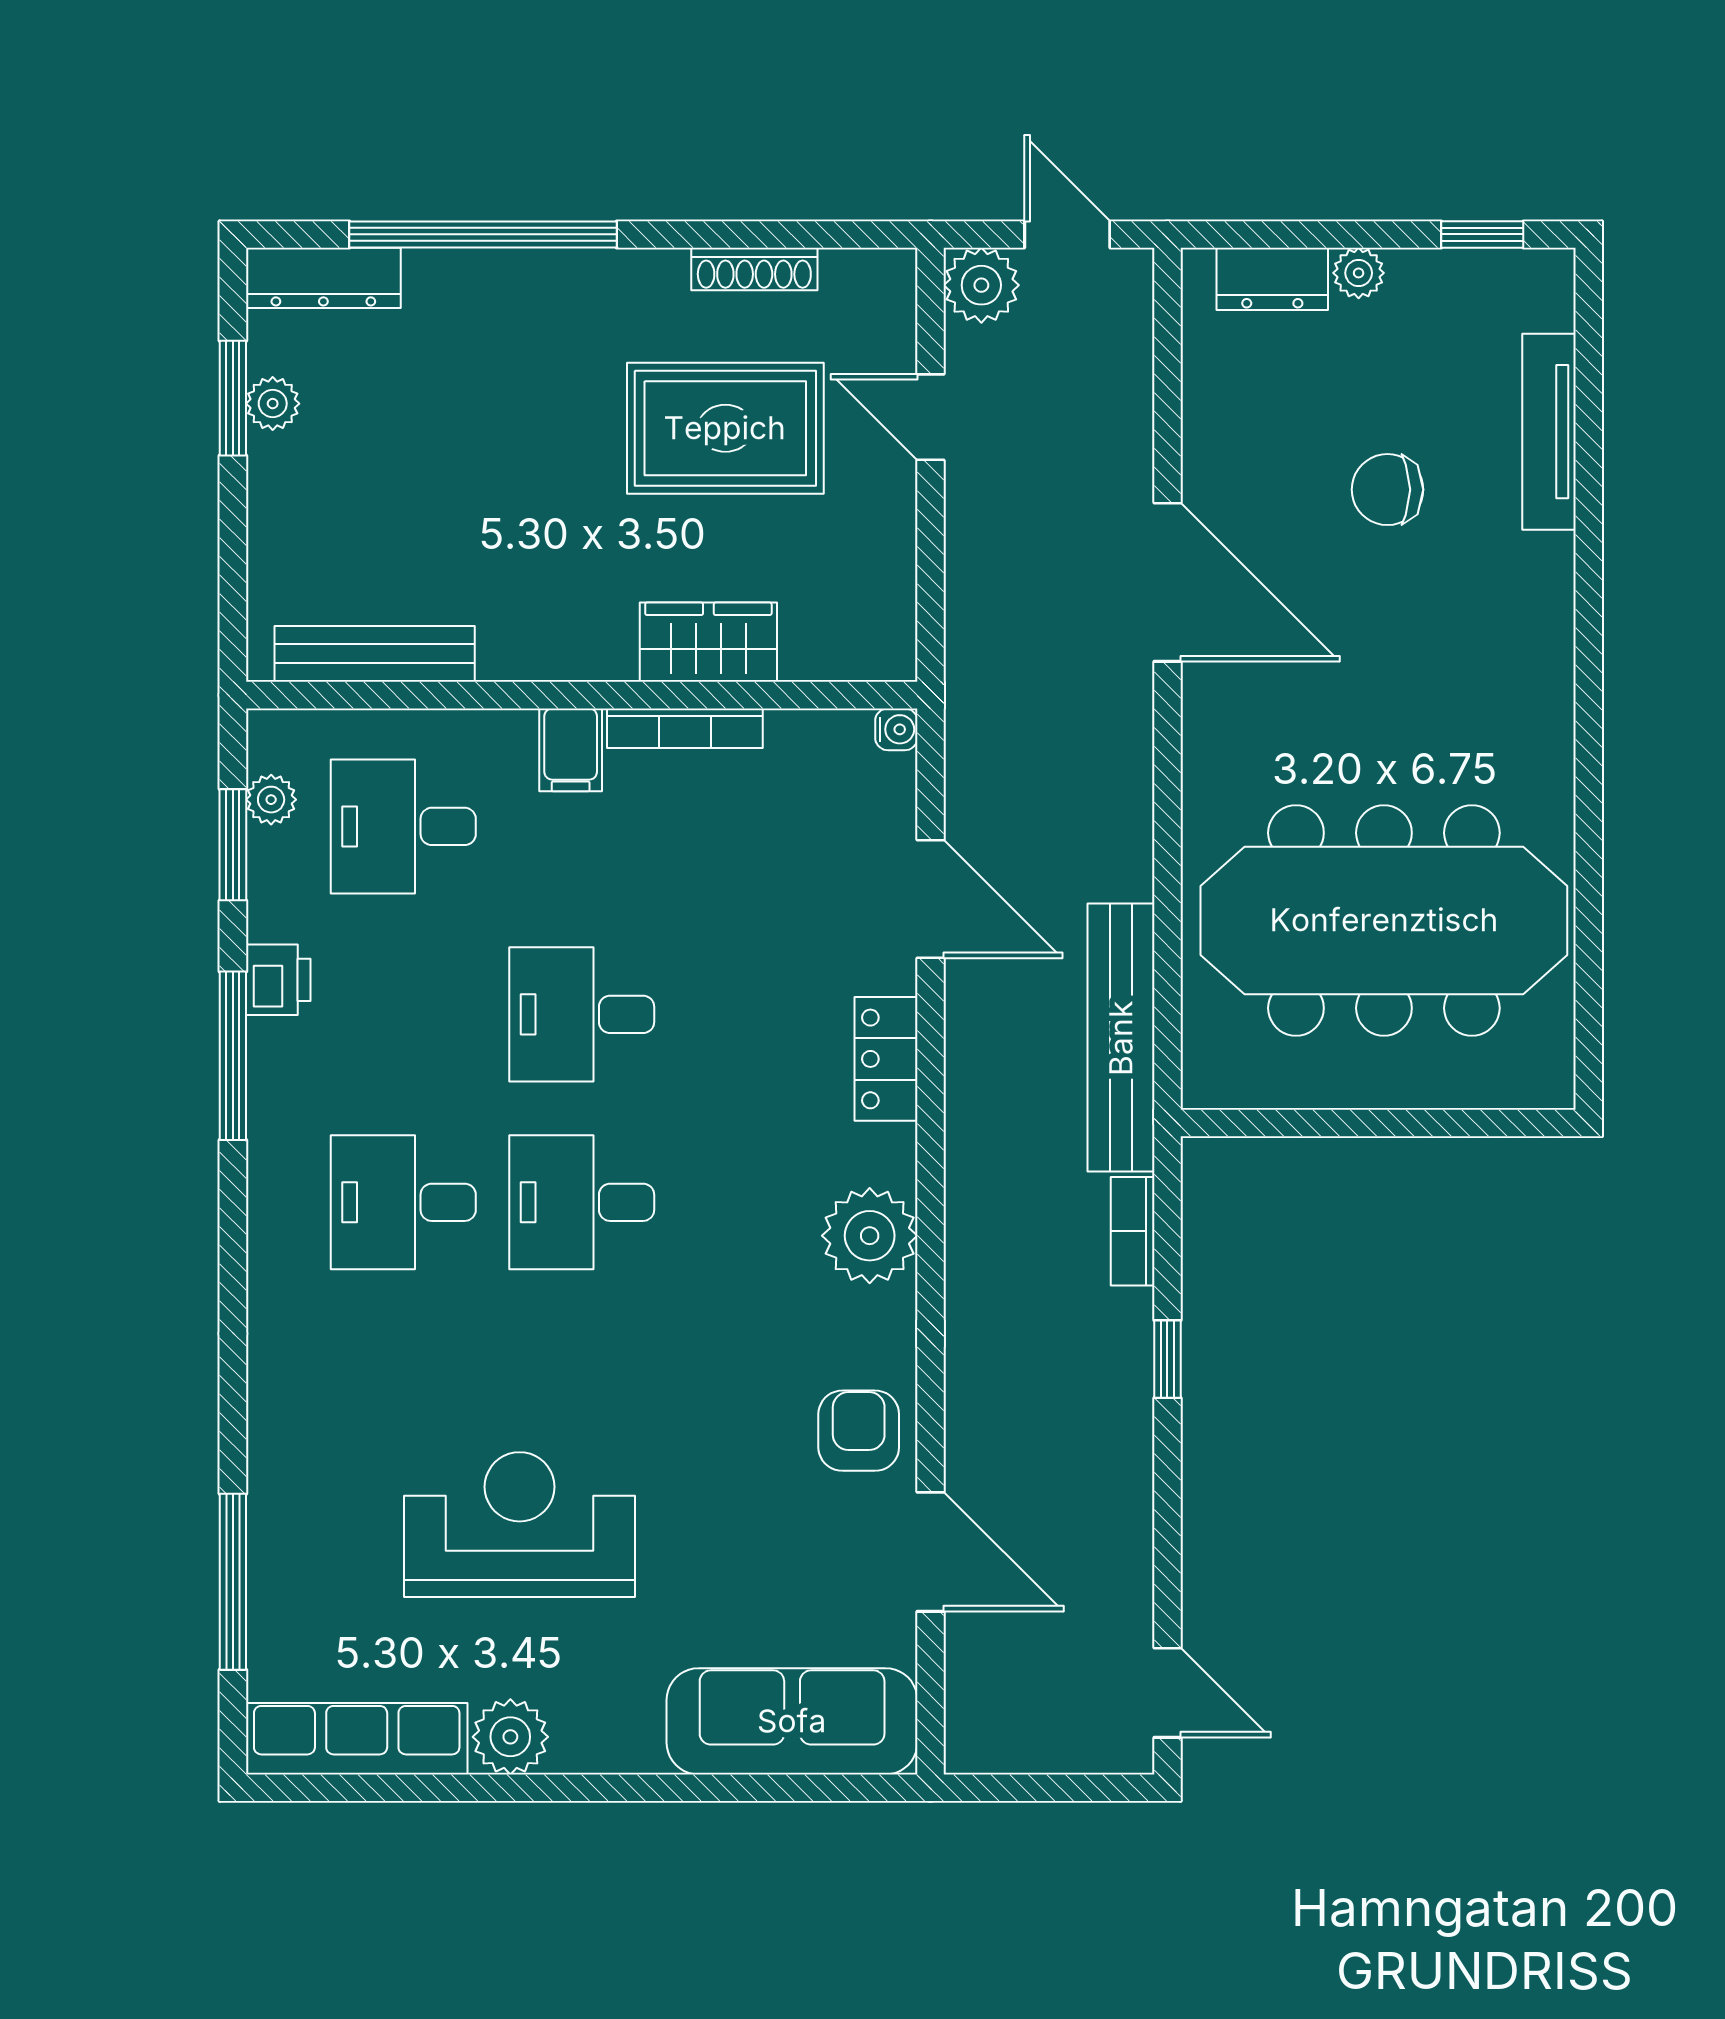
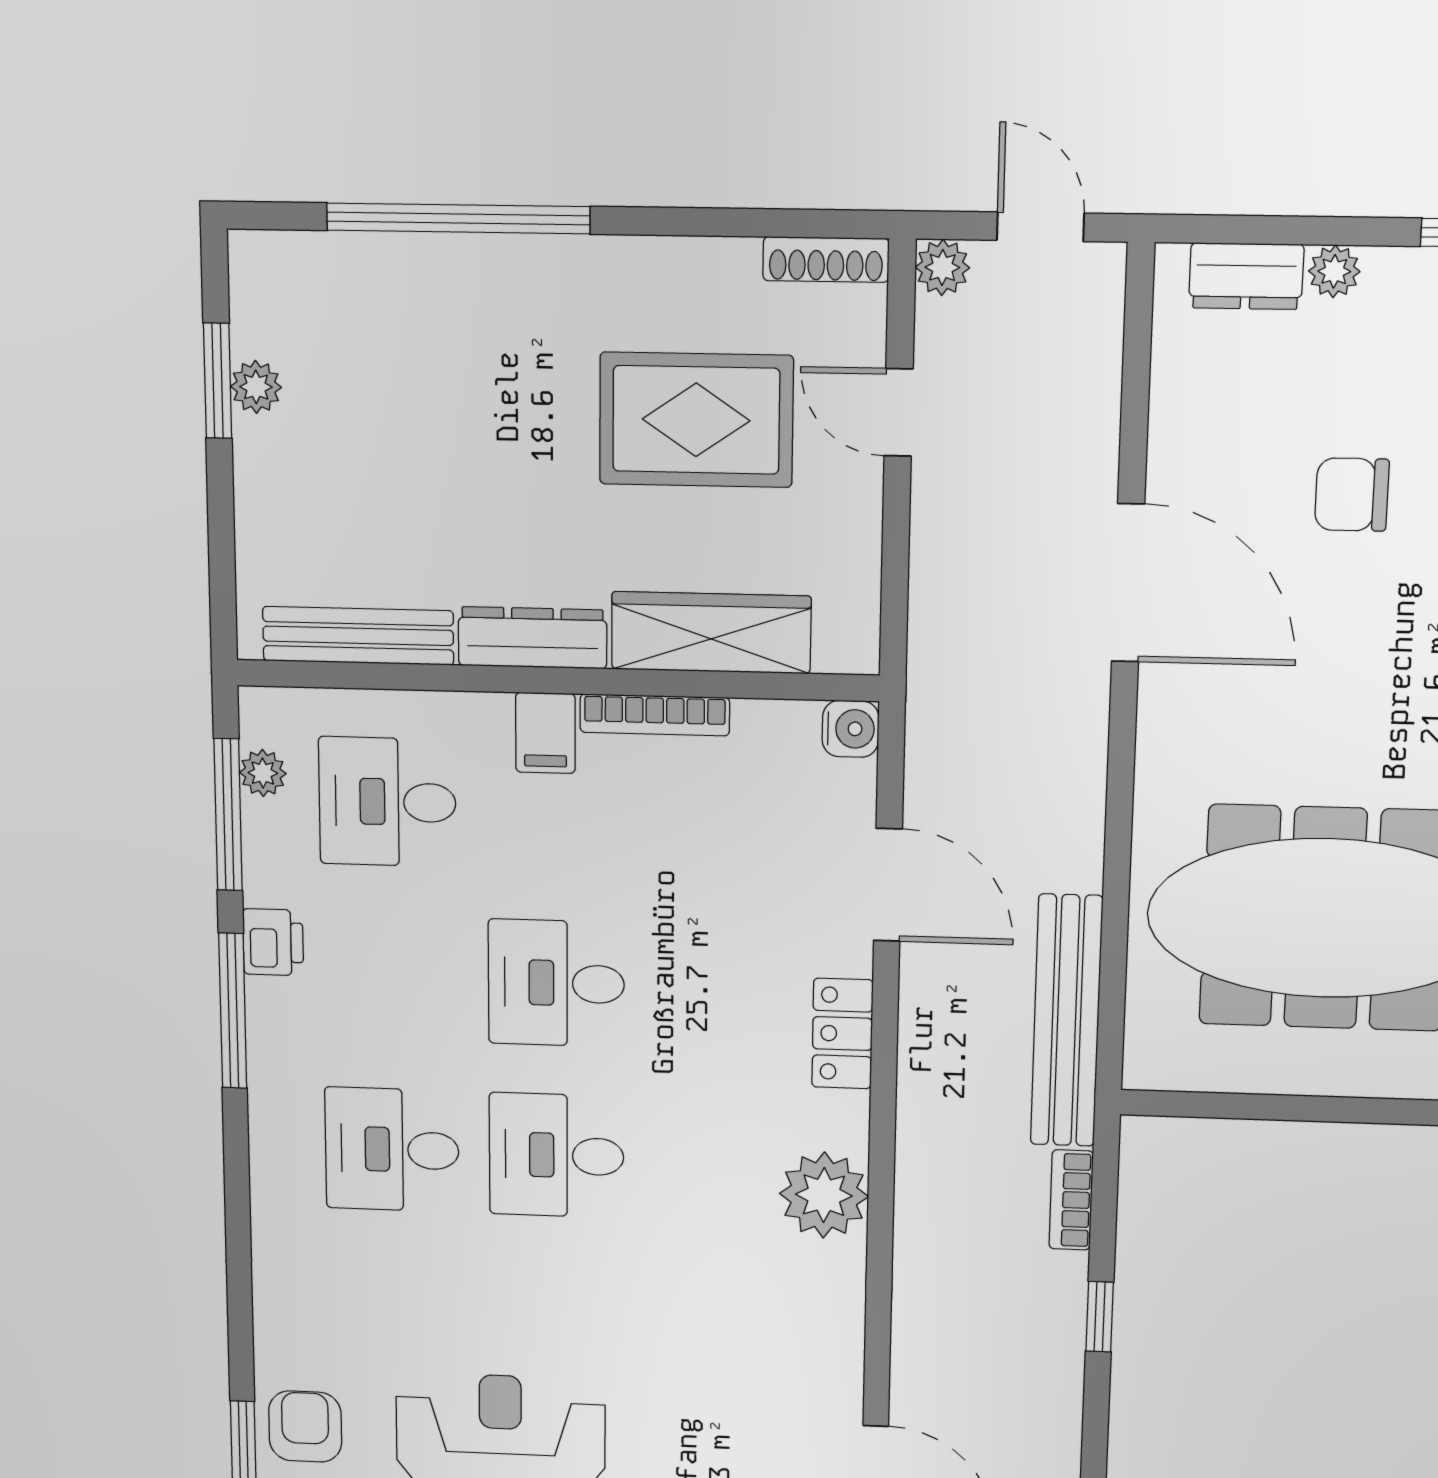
shoe rack: (754, 269) -> (826, 260), moved
dresser: (323, 278) -> (532, 638), moved, turned 180
plant: (981, 285) -> (942, 267), width x0.73, depth x0.73
wardrobe: (708, 642) -> (711, 633), width x1.50
water cooler: (896, 729) -> (851, 729), width x1.38, depth x1.38
window: (233, 845) -> (228, 815), width x1.44
armchair: (859, 1431) -> (305, 1427), moved

